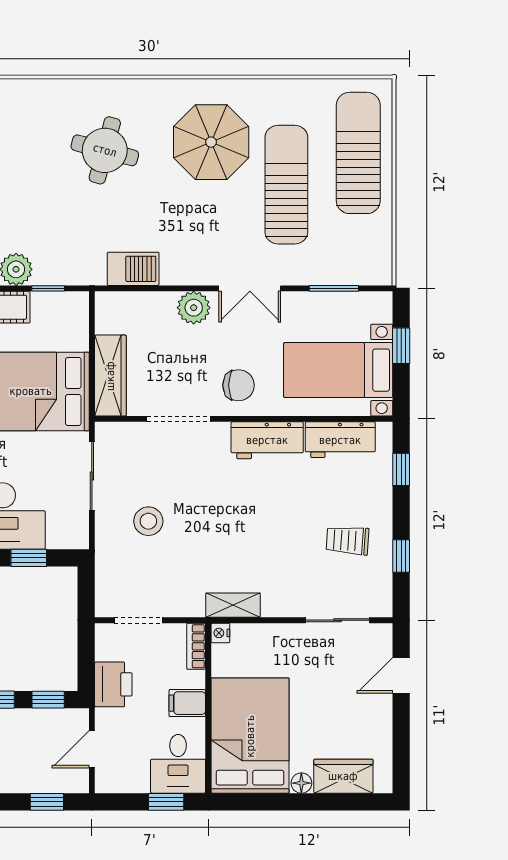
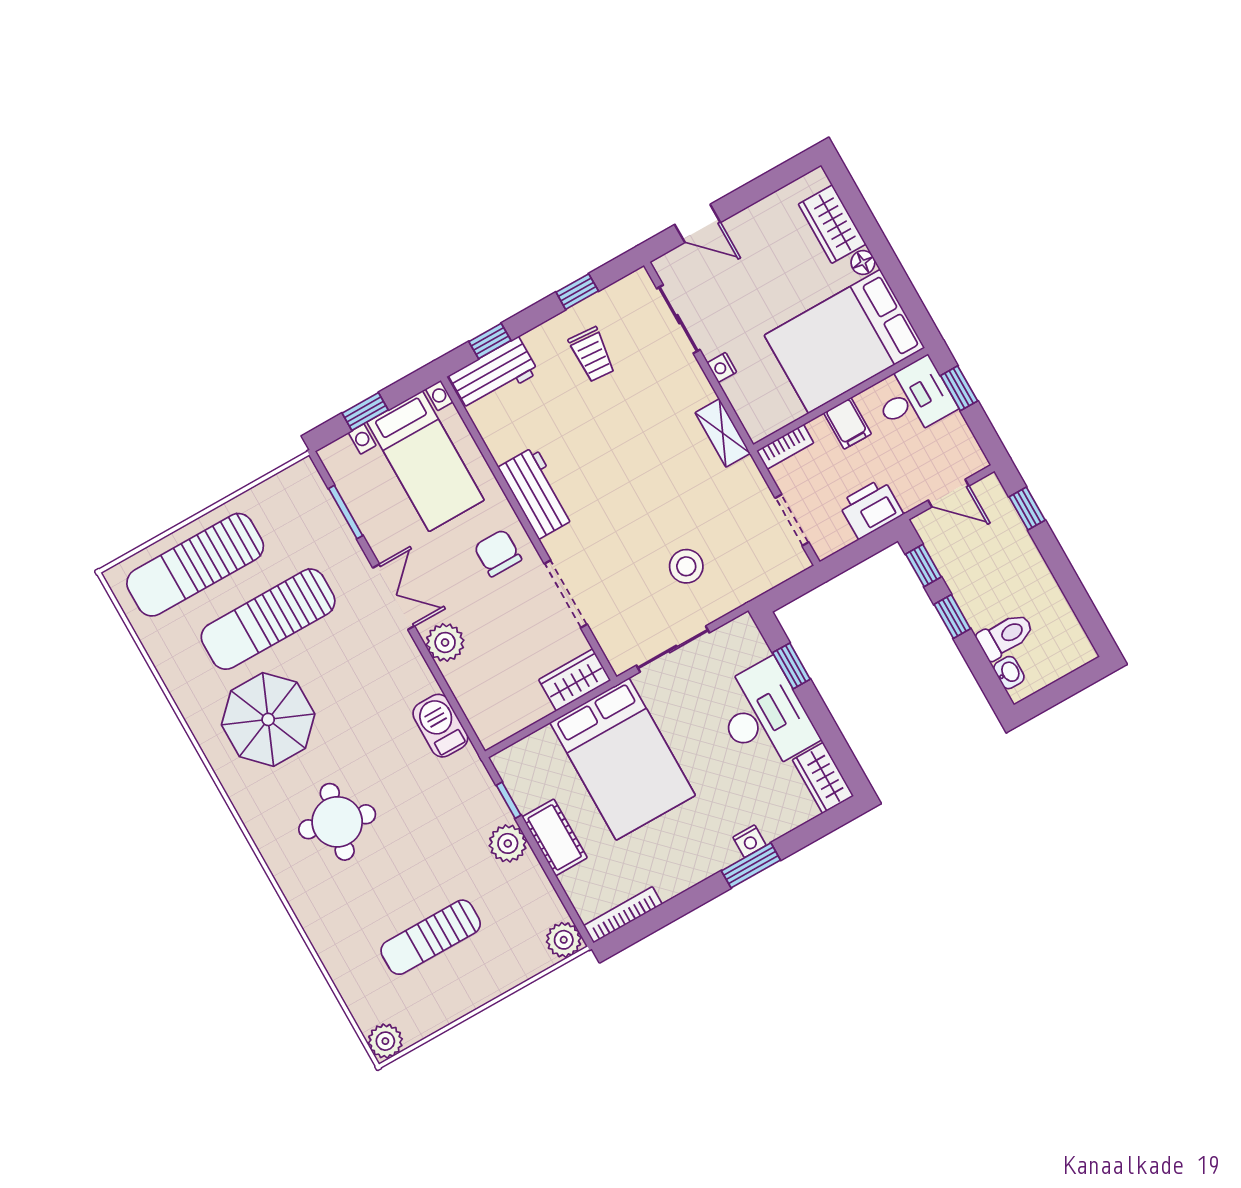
wardrobe: (110, 376) -> (575, 680), width x0.67
workbench: (340, 440) -> (494, 374), moved, turned 90
nightstand: (220, 633) -> (722, 367), moved, turned 90

